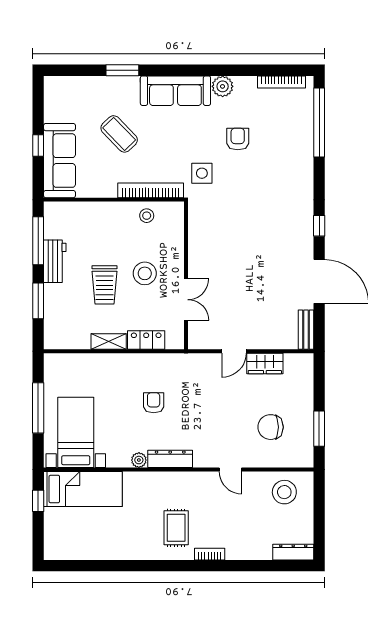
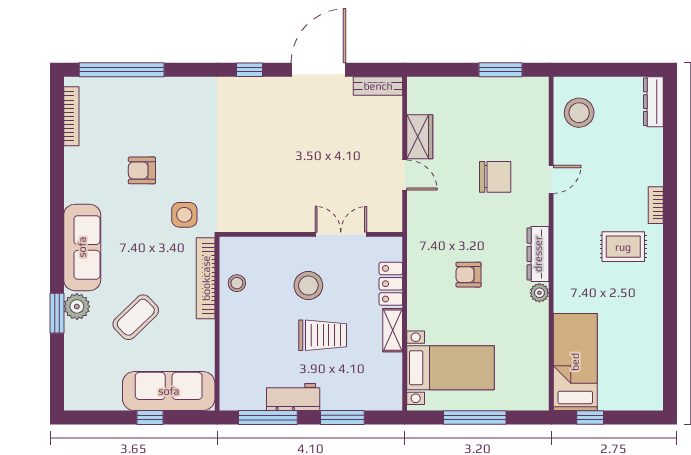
plant: (223, 86) -> (77, 306), moved
chair: (271, 427) -> (495, 177), moved, turned -90
bed with nightstands: (76, 432) -> (451, 368), moved, turned 180

